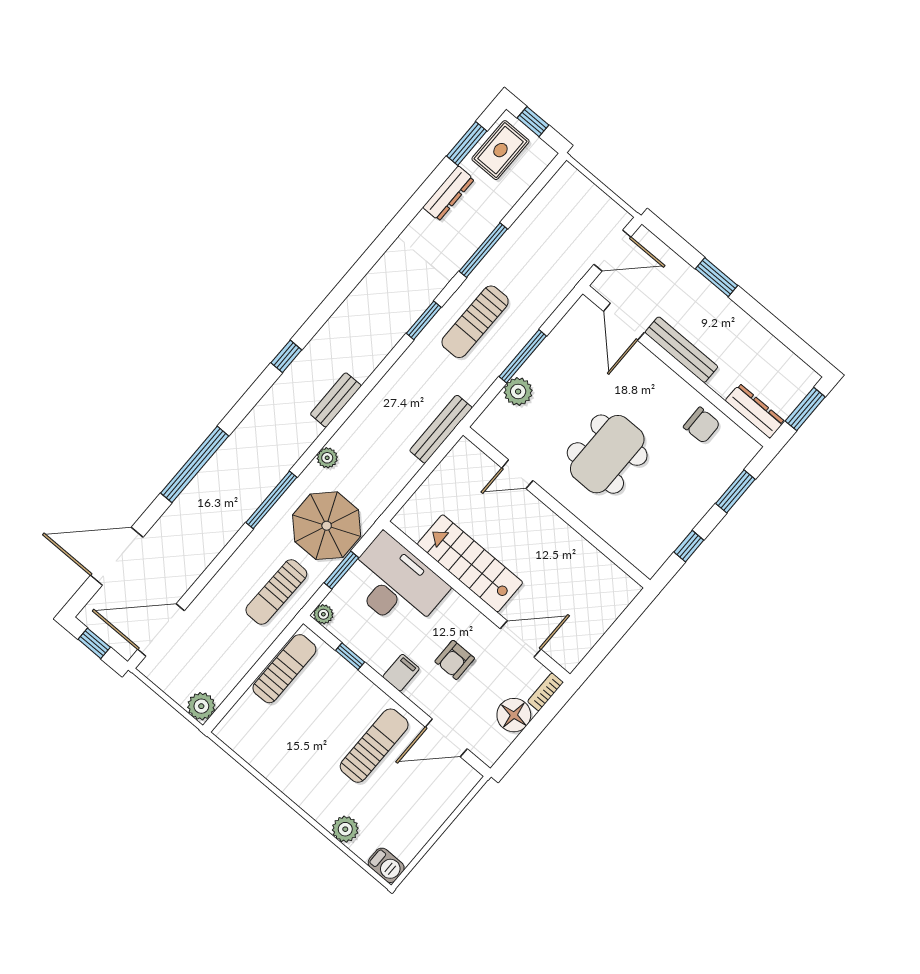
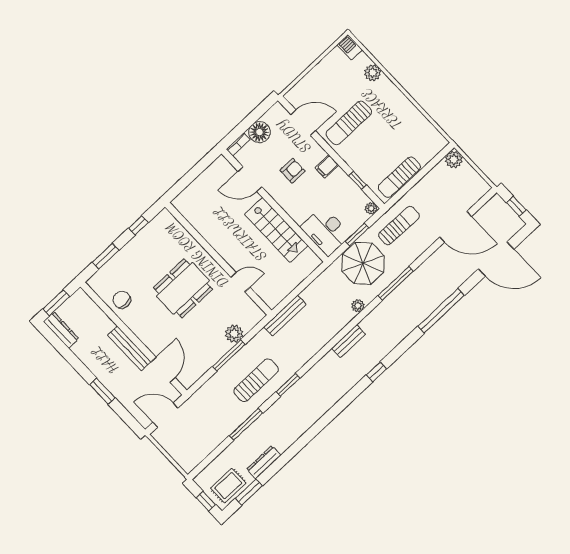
dresser: (755, 411) -> (61, 330), moved, turned 180
desk: (396, 584) -> (326, 231), width x0.73, depth x0.77
door: (161, 630) -> (456, 227), moved

